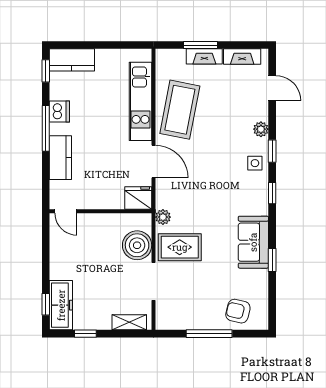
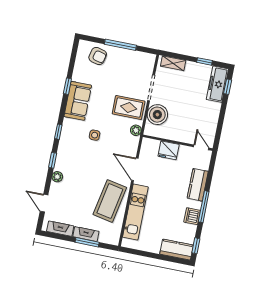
side table: (255, 163) -> (95, 135), moved
fridge: (138, 198) -> (169, 150), moved

